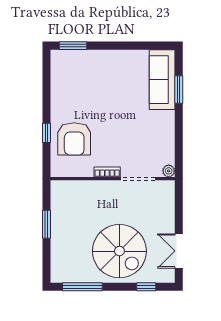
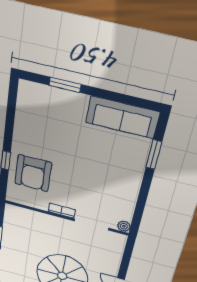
window: (73, 46) -> (65, 85), moved
sofa: (162, 80) -> (122, 117), moved, turned -90

